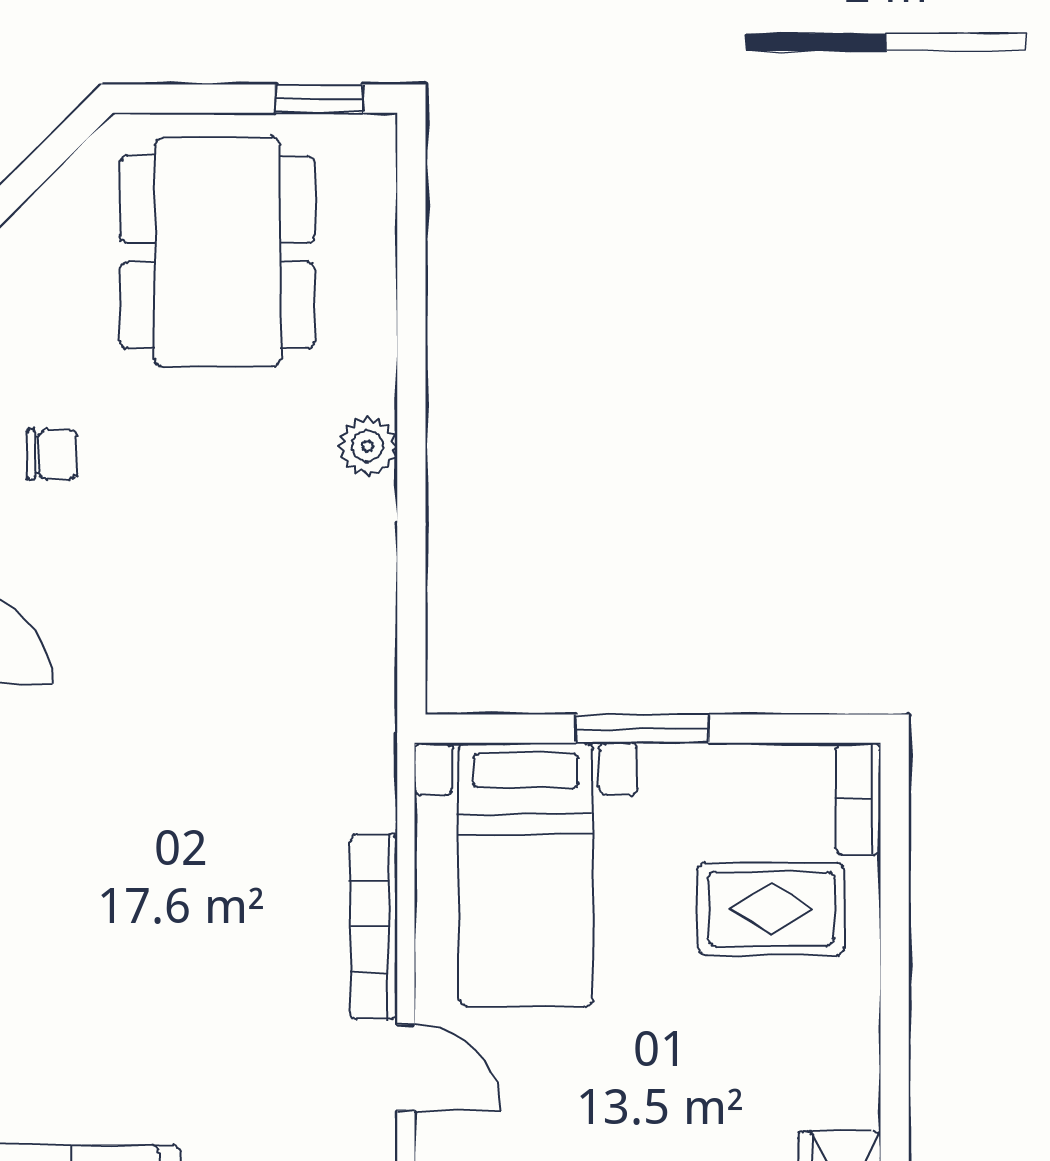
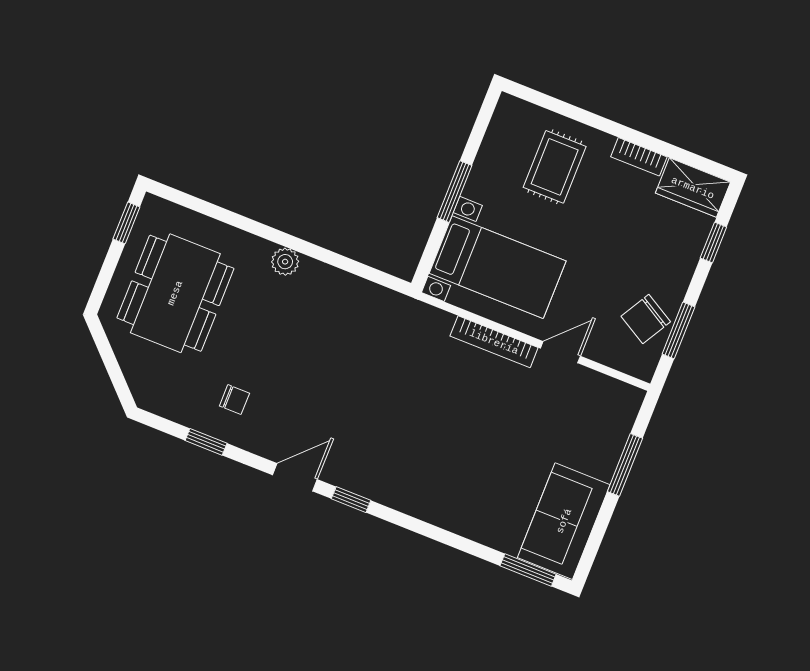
dining table: (218, 252) -> (175, 293), turned 90
chair: (52, 455) -> (234, 400), turned 90
bookcase: (858, 799) -> (639, 157), moved

